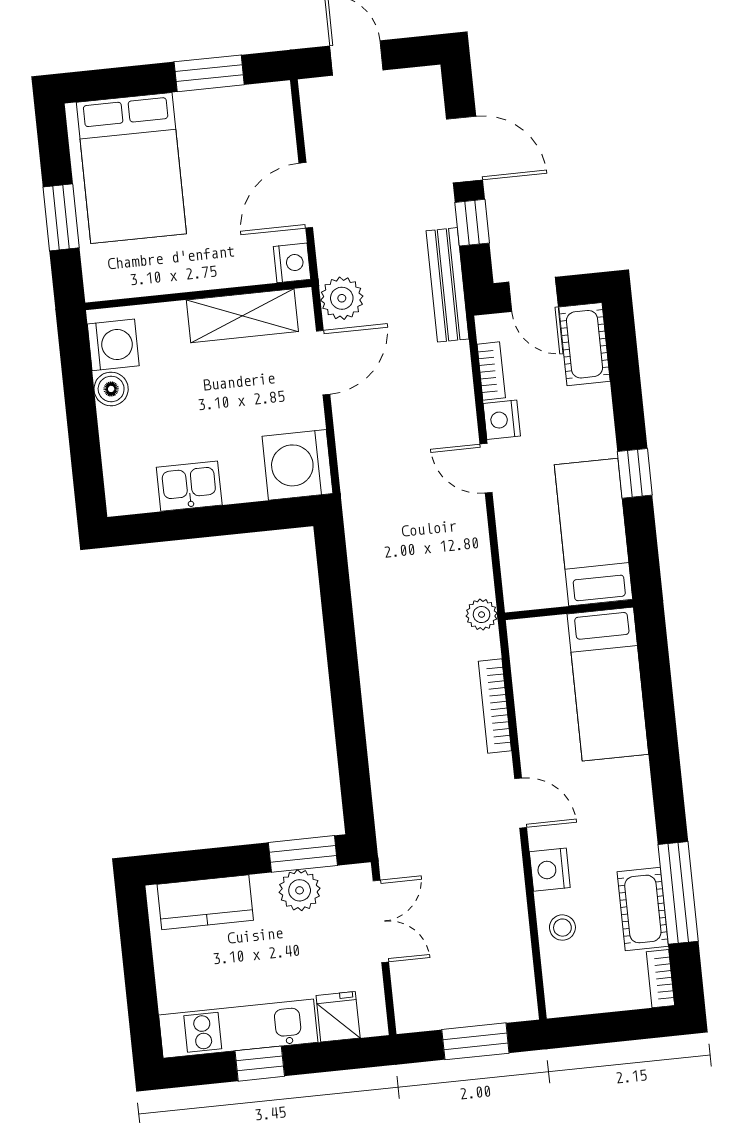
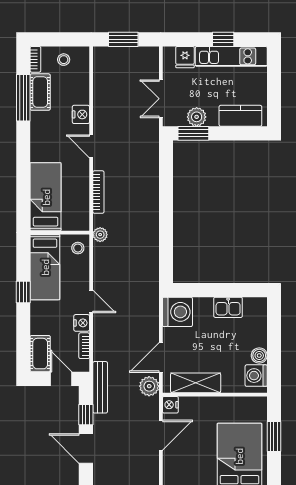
stool: (527, 581) -> (78, 248), added
stool: (562, 928) -> (64, 60), moved

